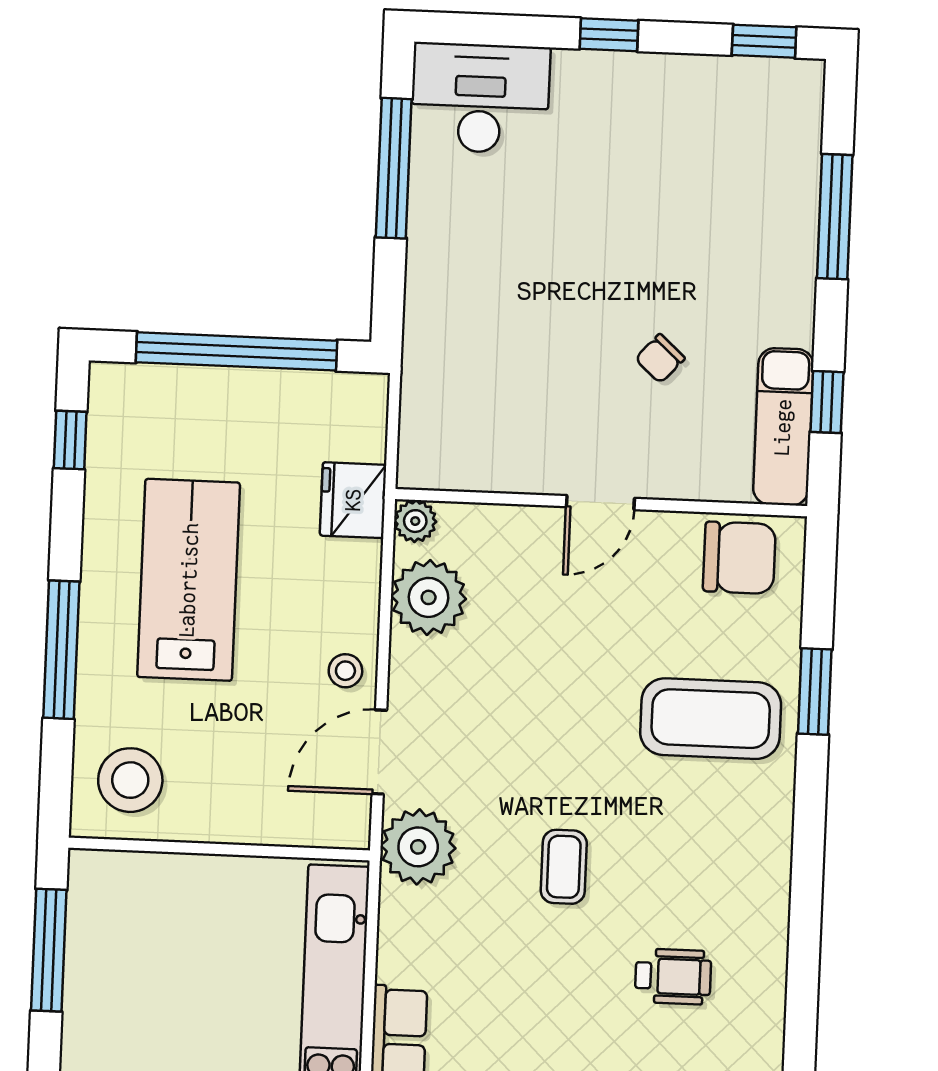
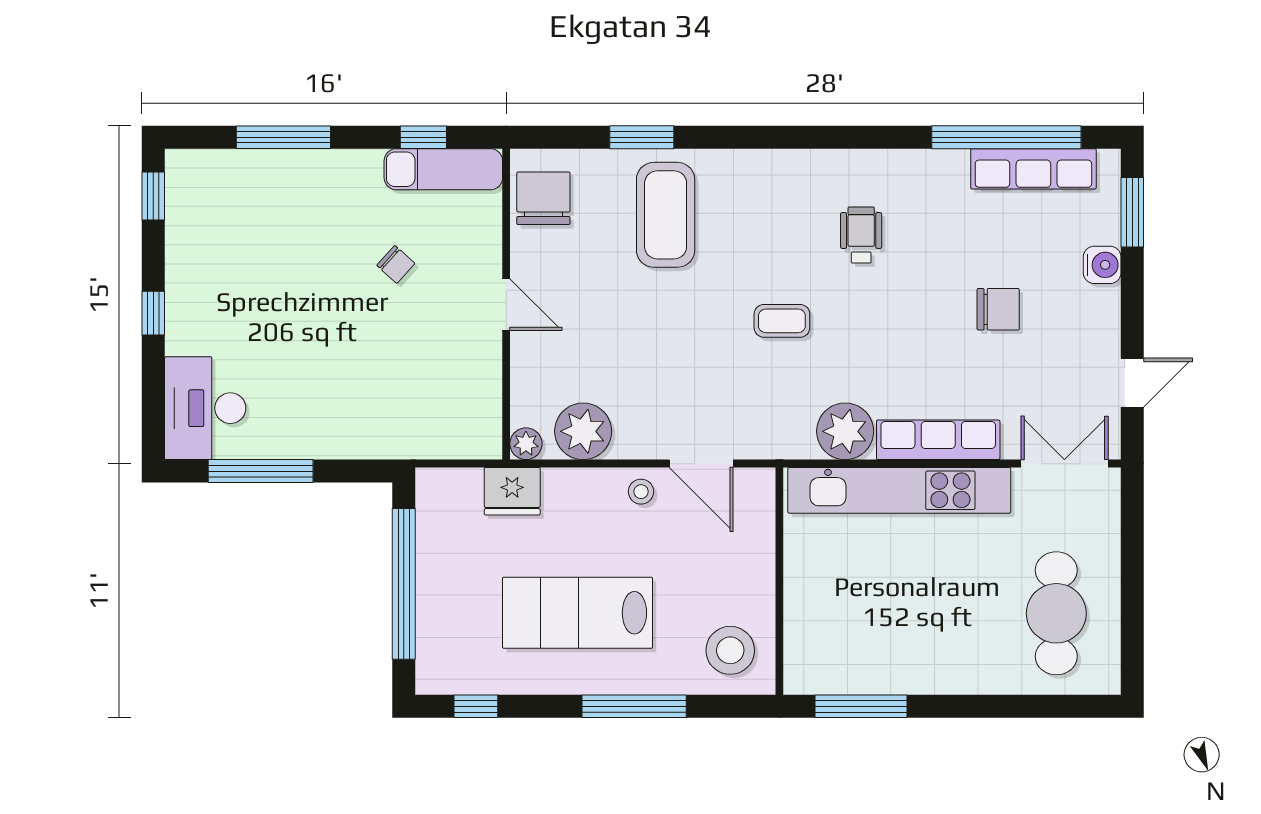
plant: (418, 847) -> (845, 431), moved

